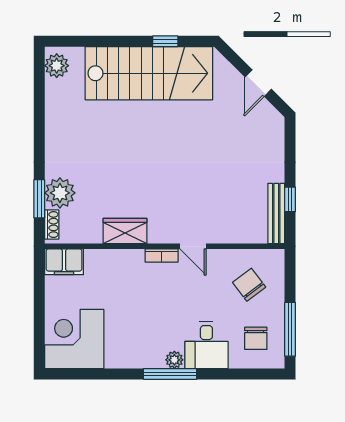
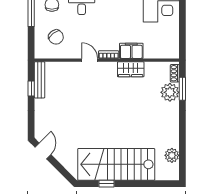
plant: (57, 66) -> (172, 155), moved
door: (258, 83) -> (43, 151), moved
filing cabinet: (64, 262) -> (131, 51), moved

